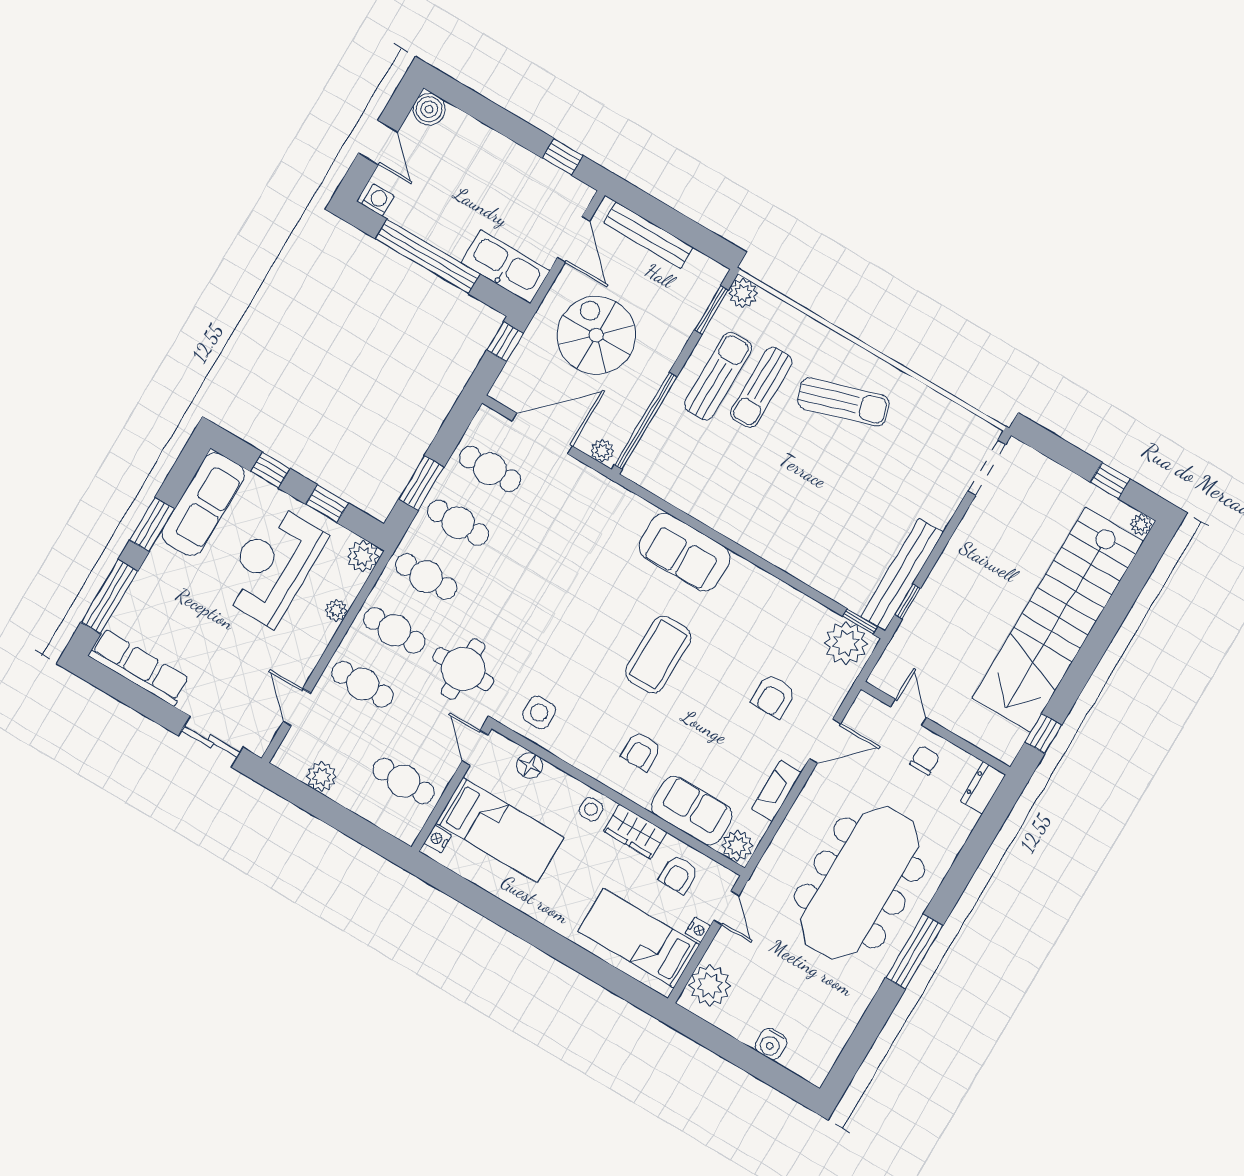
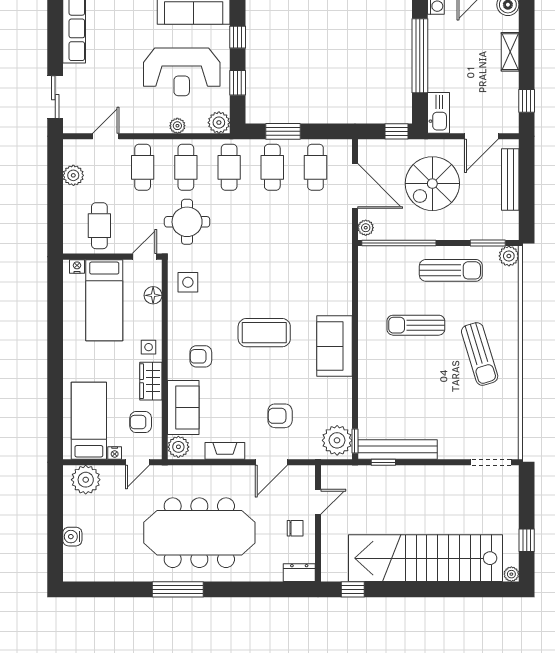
shelving: (489, 141) -> (510, 52), added
kitchen sink: (505, 267) -> (438, 113), width x0.73, depth x0.81
spiral stairs: (596, 335) -> (432, 184), turned 180
sun lounger: (761, 387) -> (416, 325), moved
sofa: (684, 552) -> (334, 346), moved
reception desk: (273, 565) -> (182, 72), turned 180
door: (825, 741) -> (271, 462), hinge flipped

